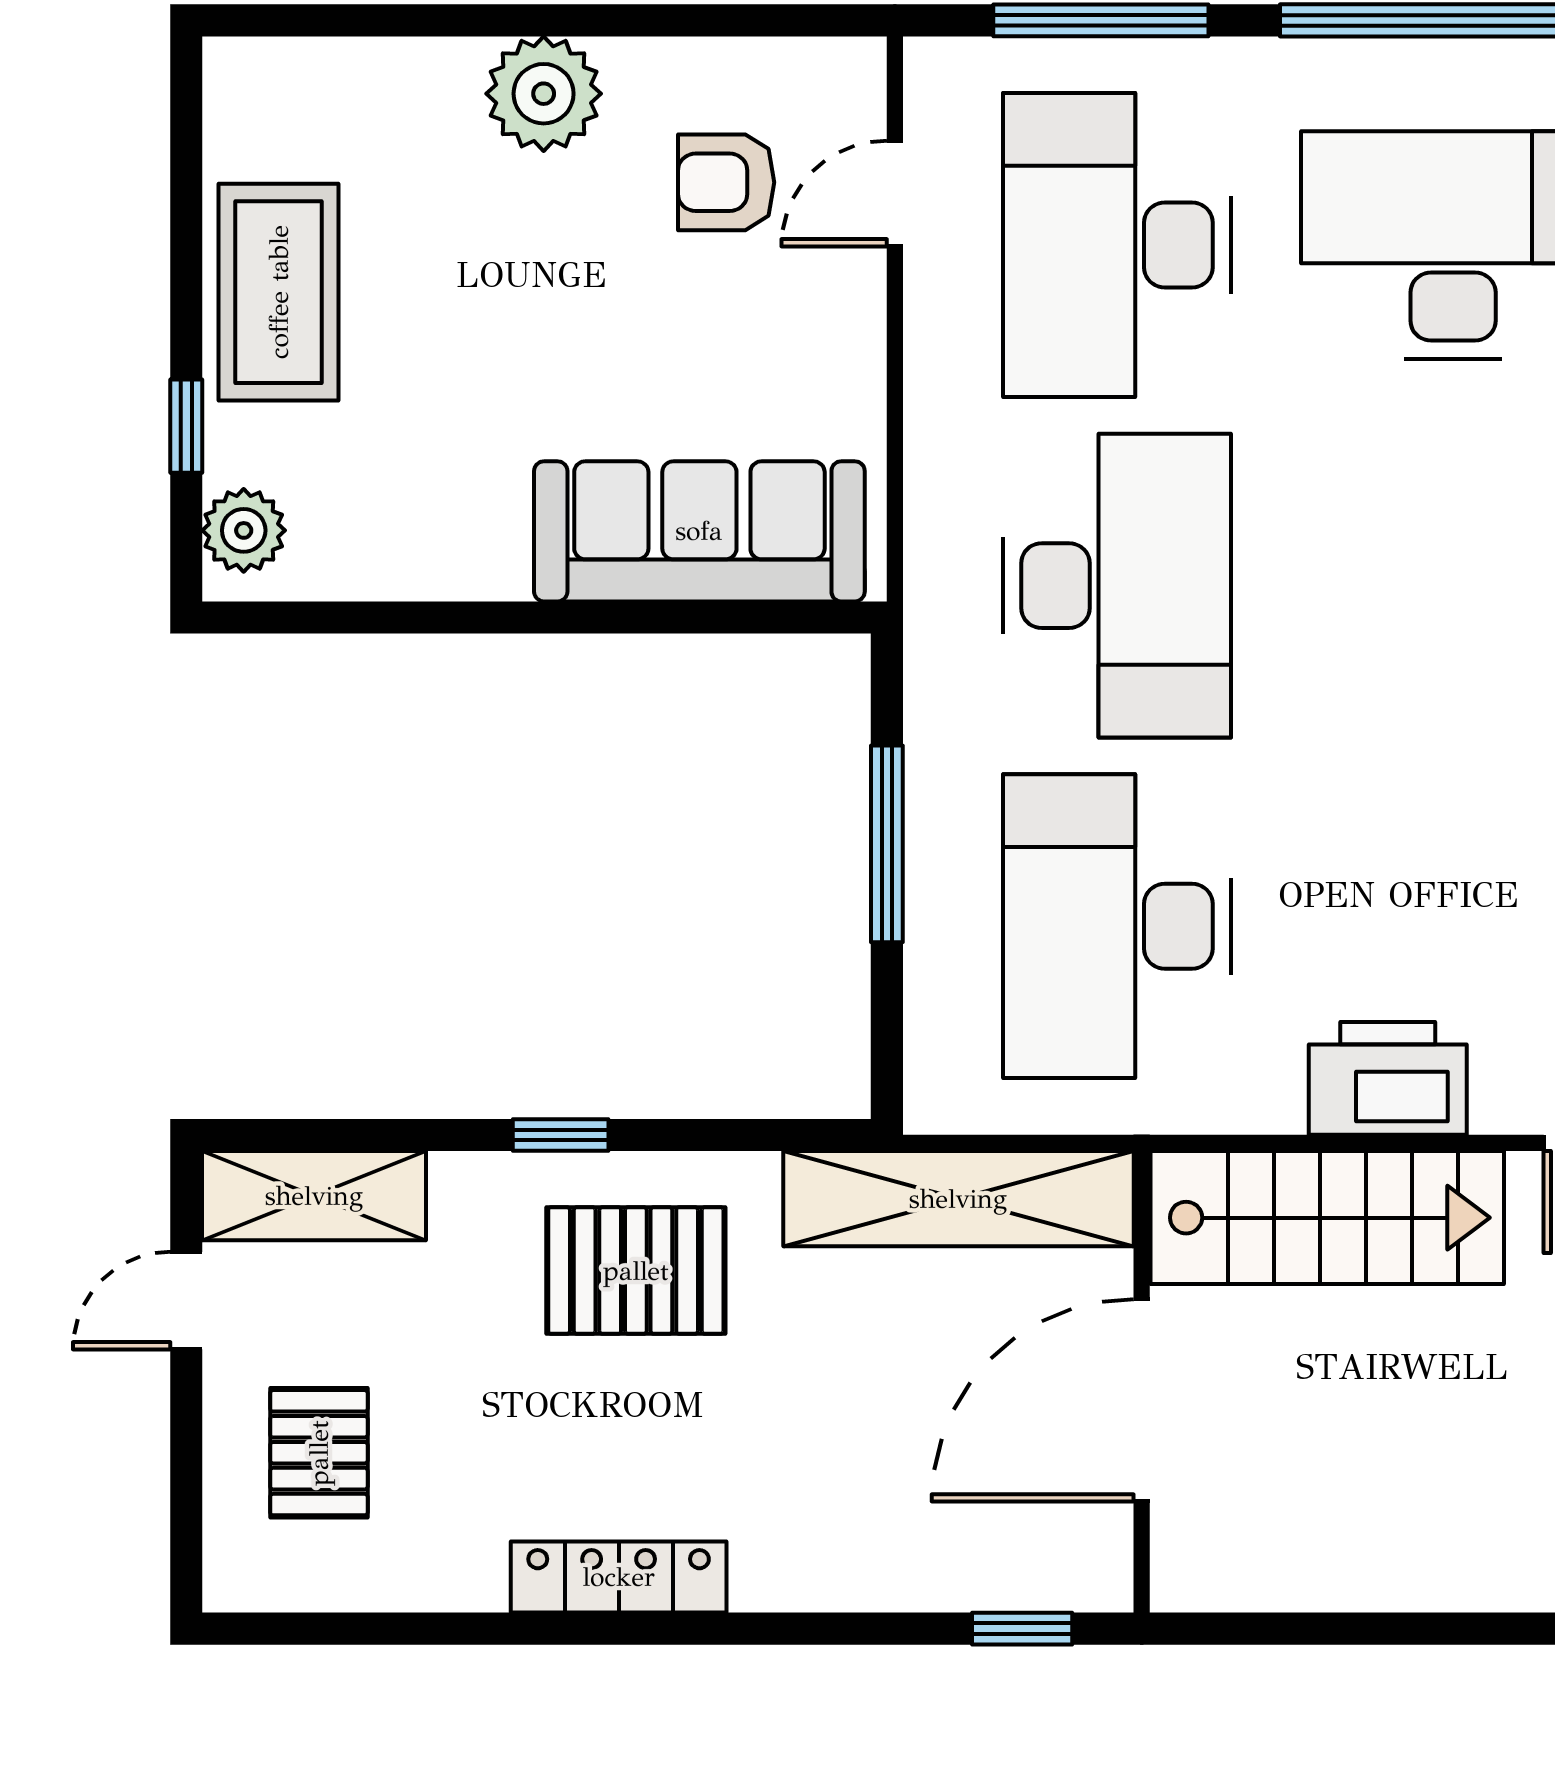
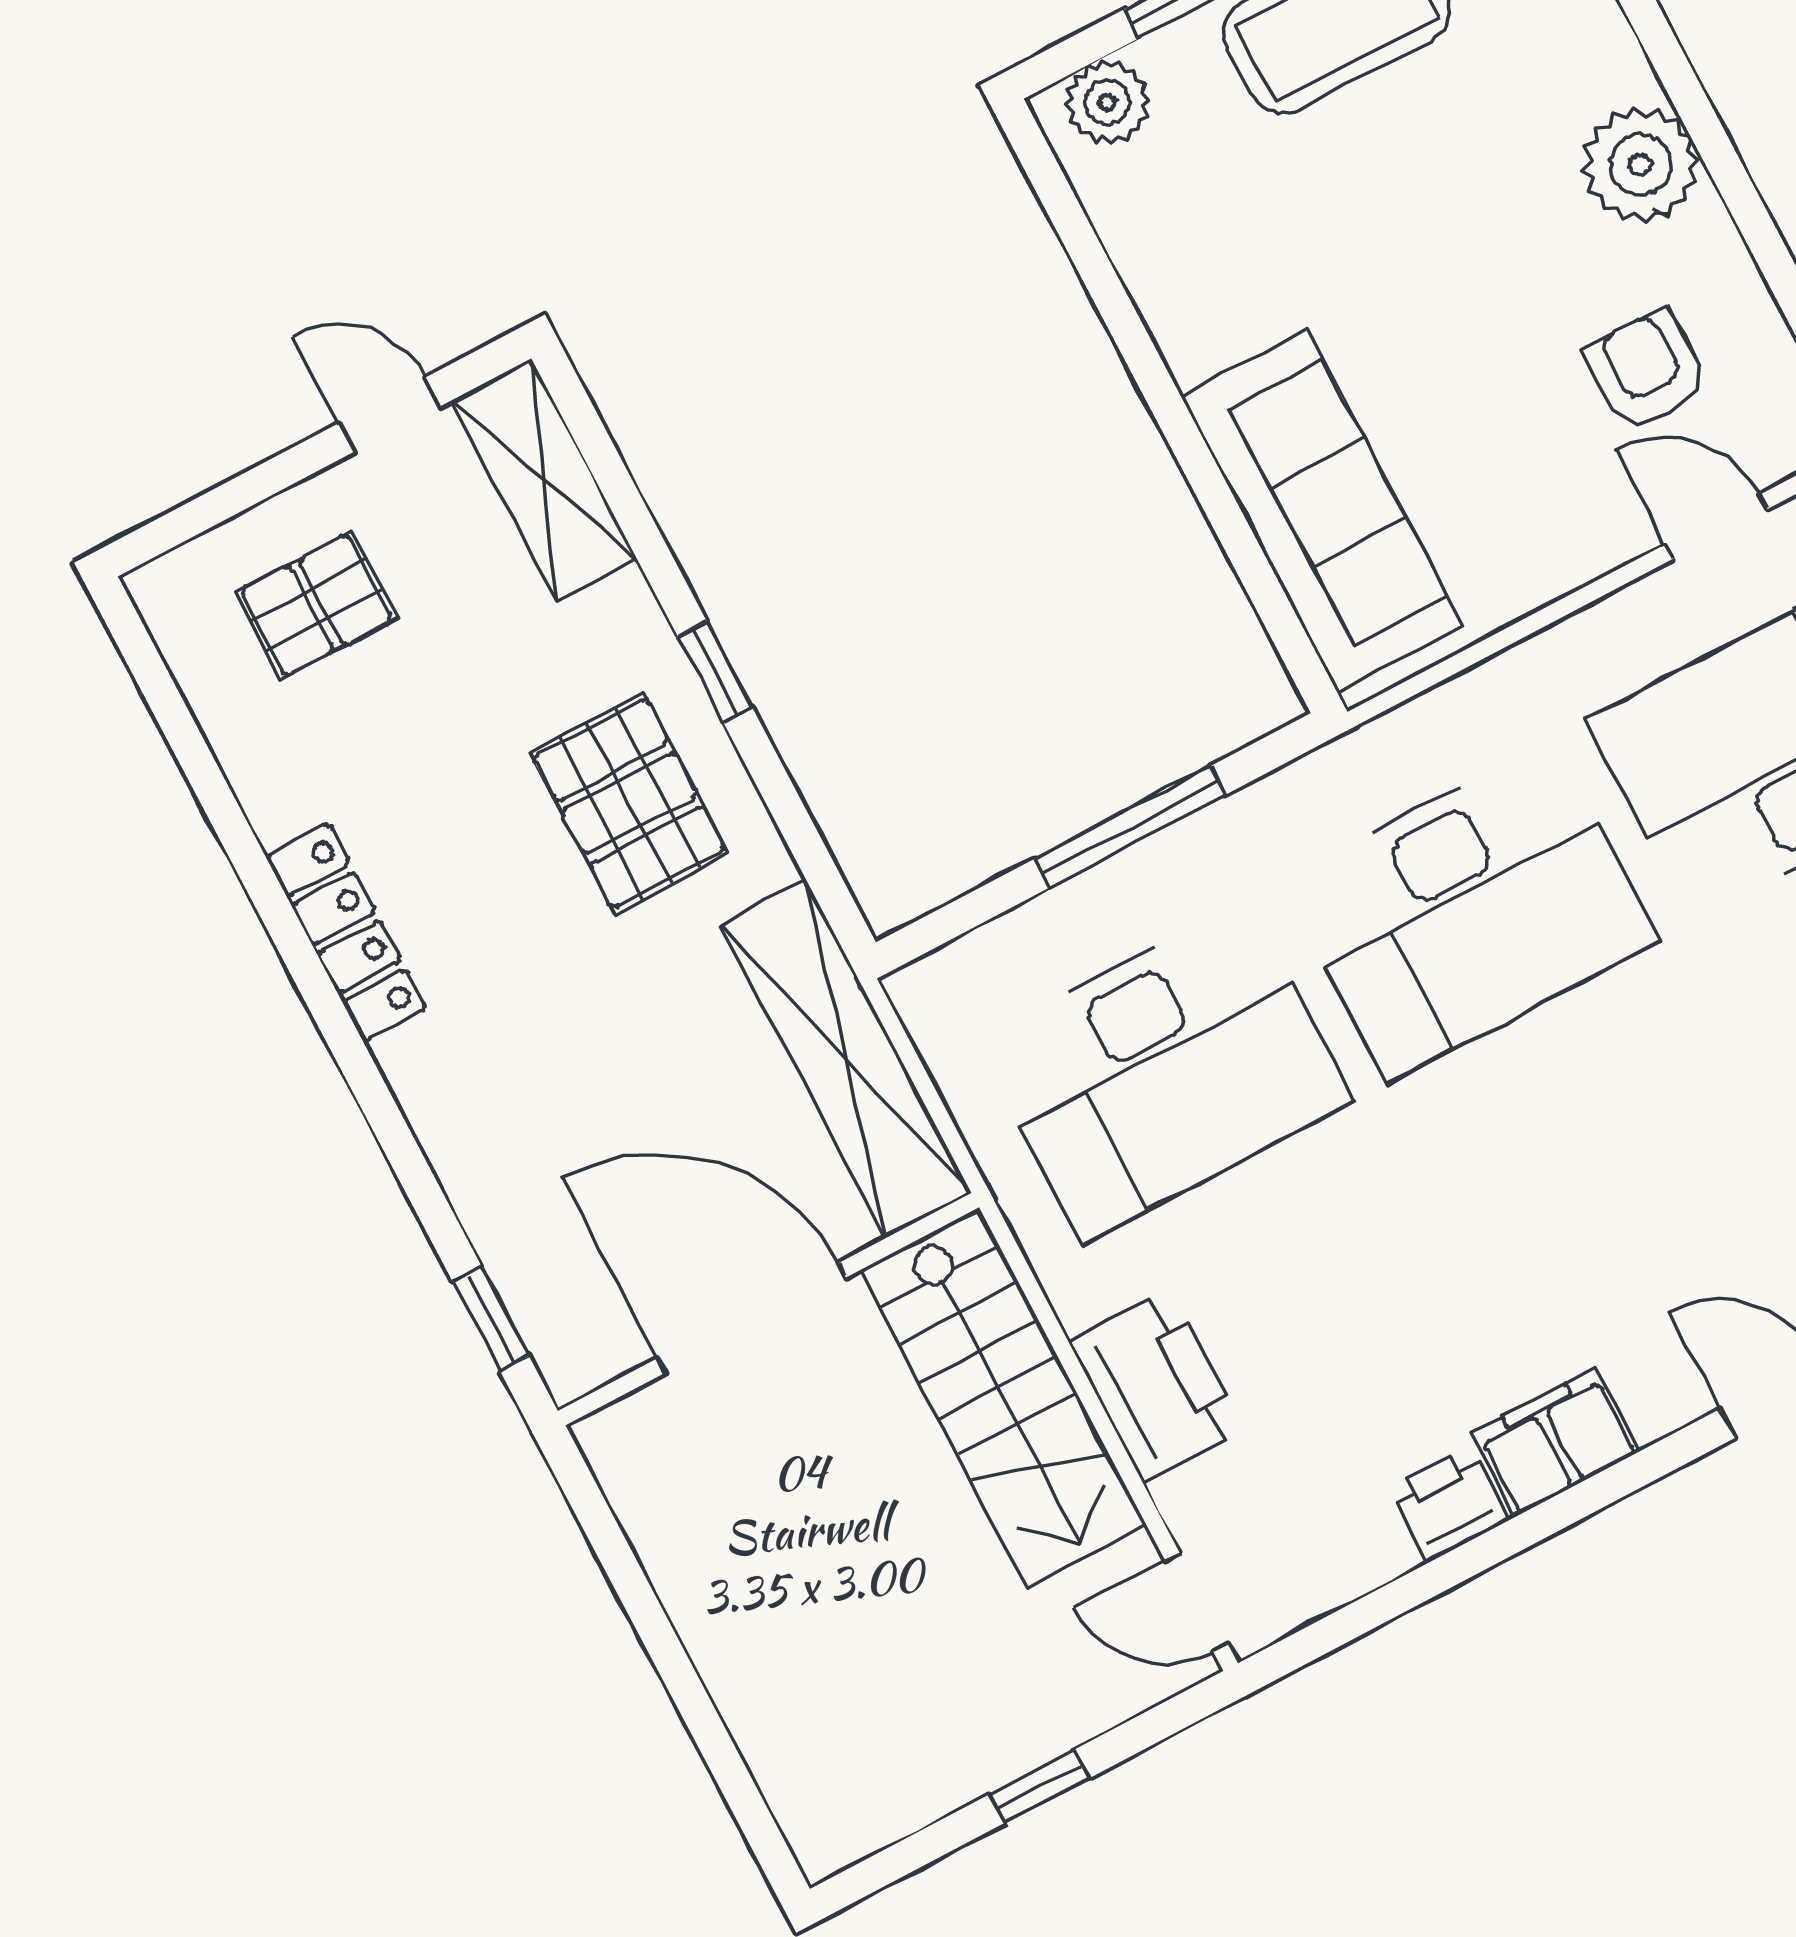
desk: (1117, 926) -> (1165, 1072), turned 180

